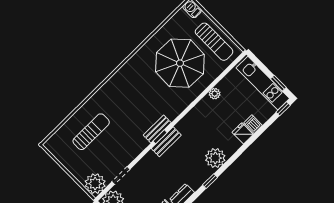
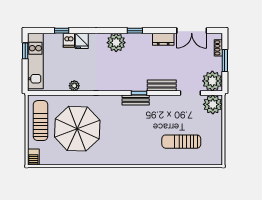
window: (283, 109) -> (62, 31), moved
bench: (166, 142) -> (162, 86), moved

